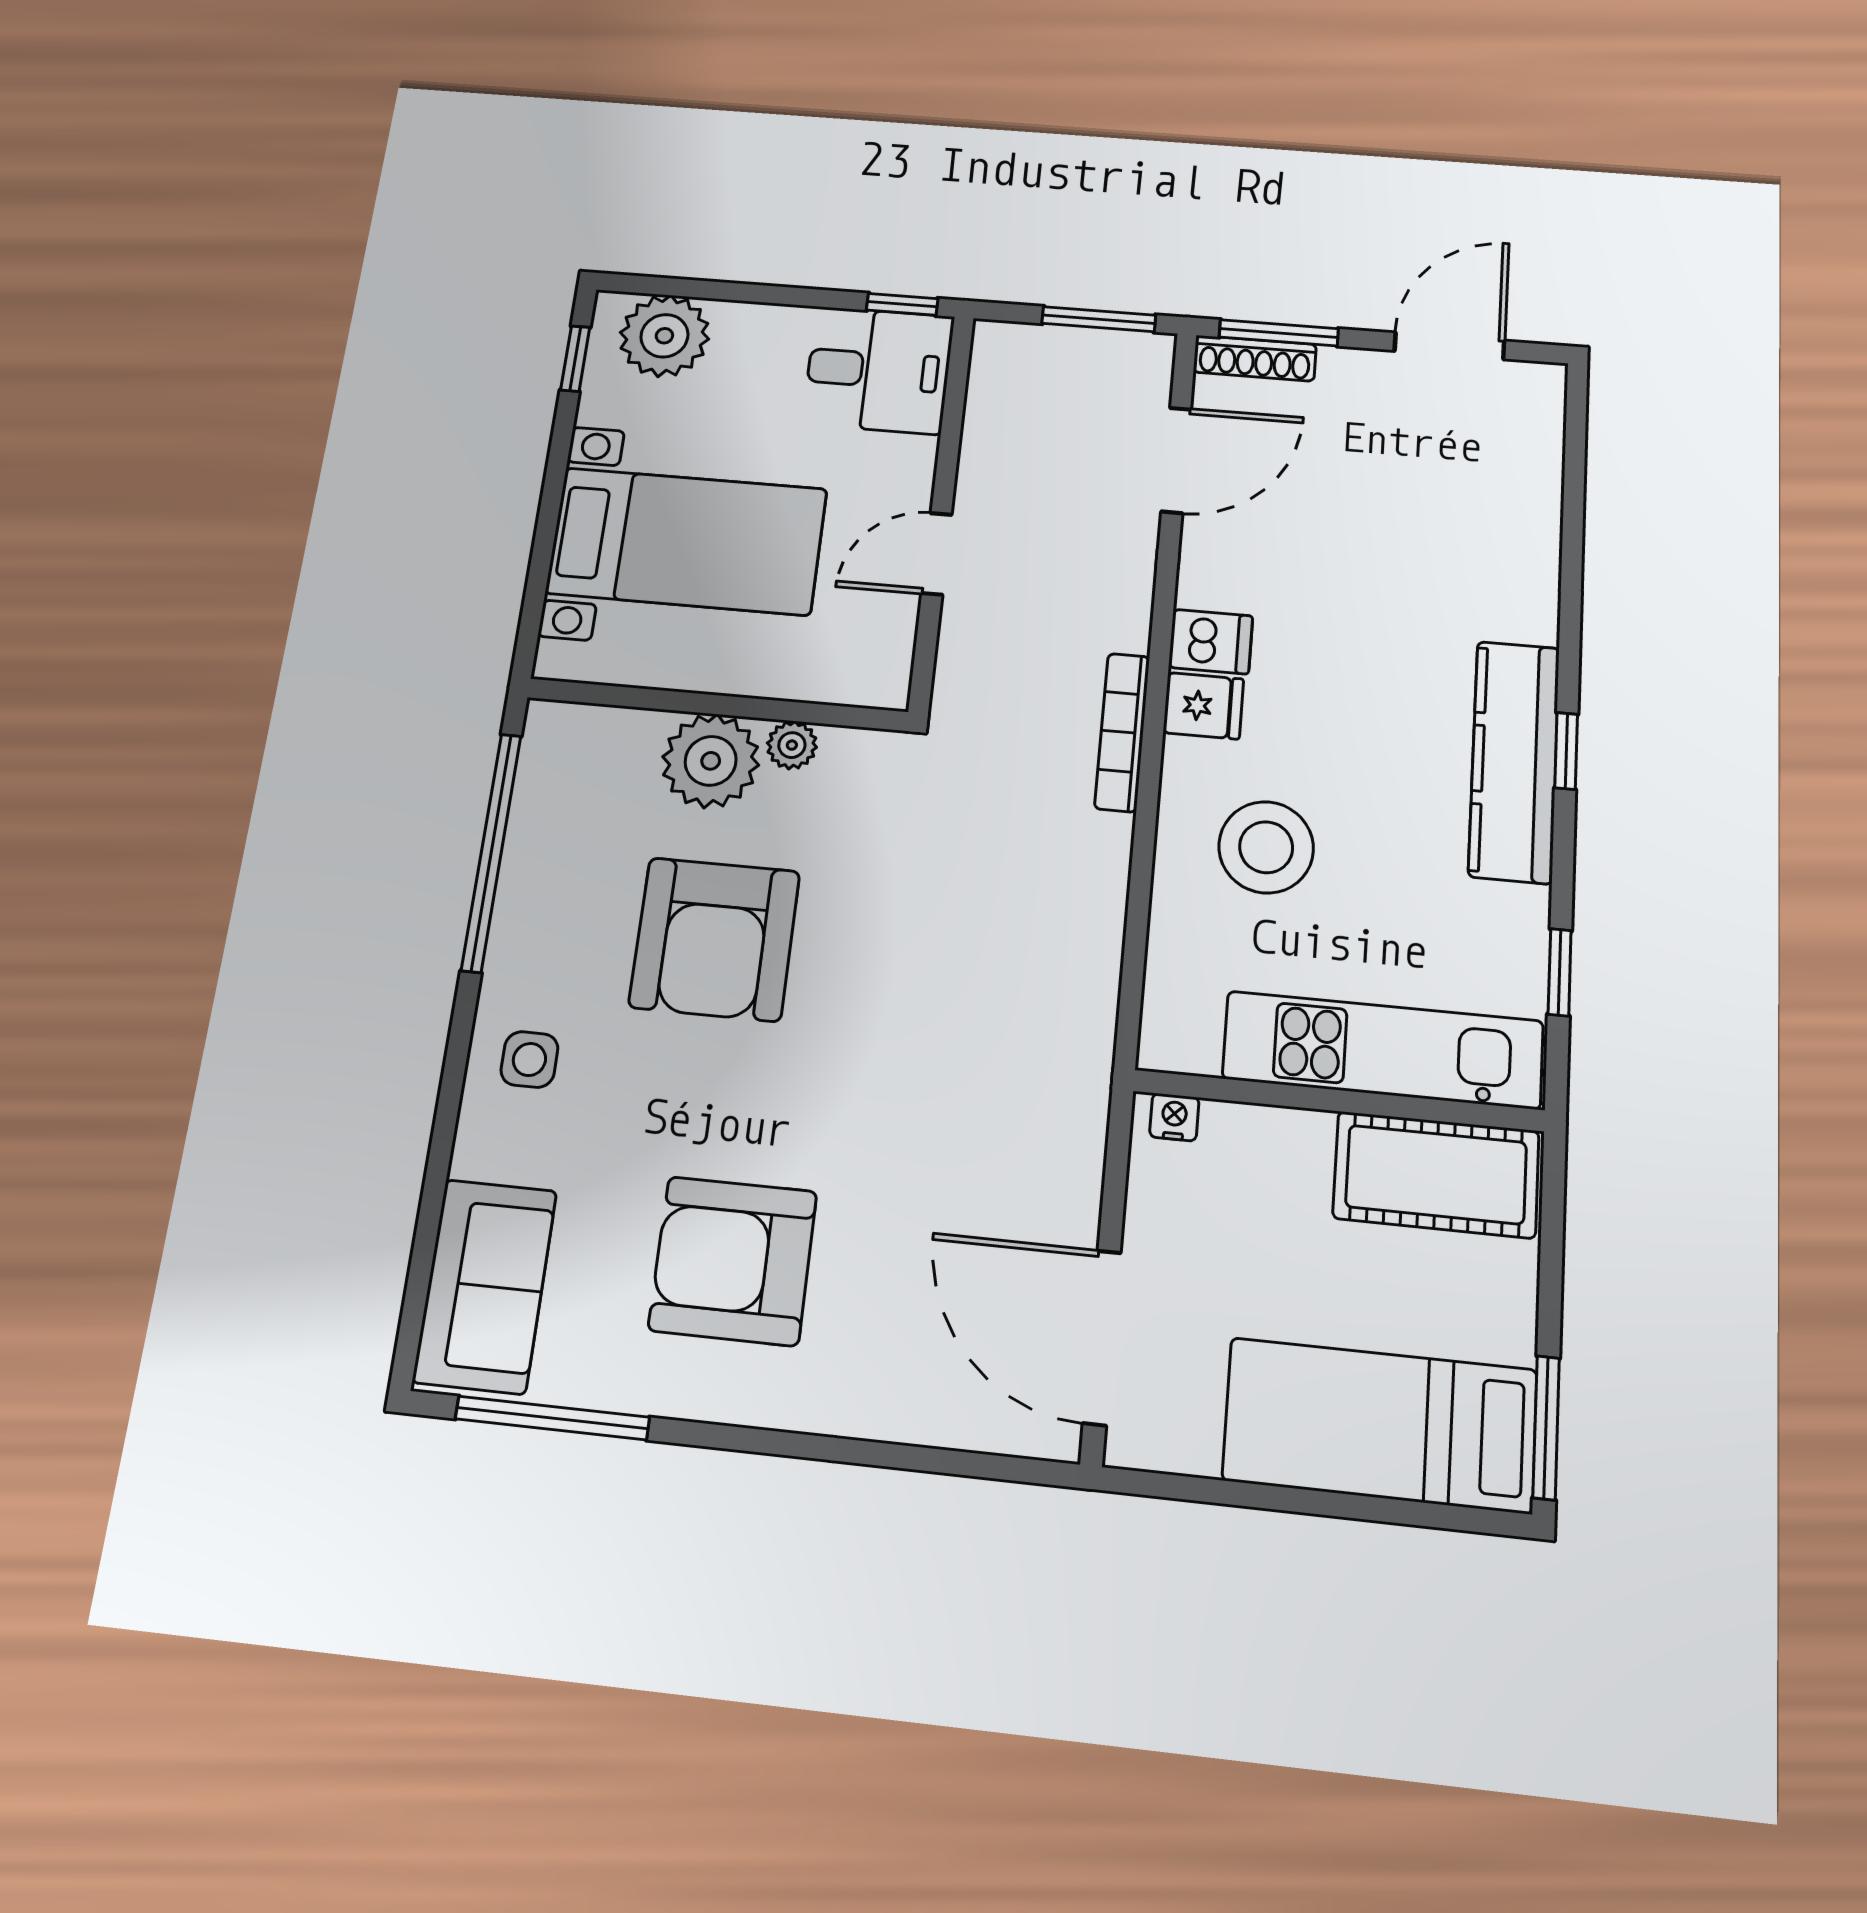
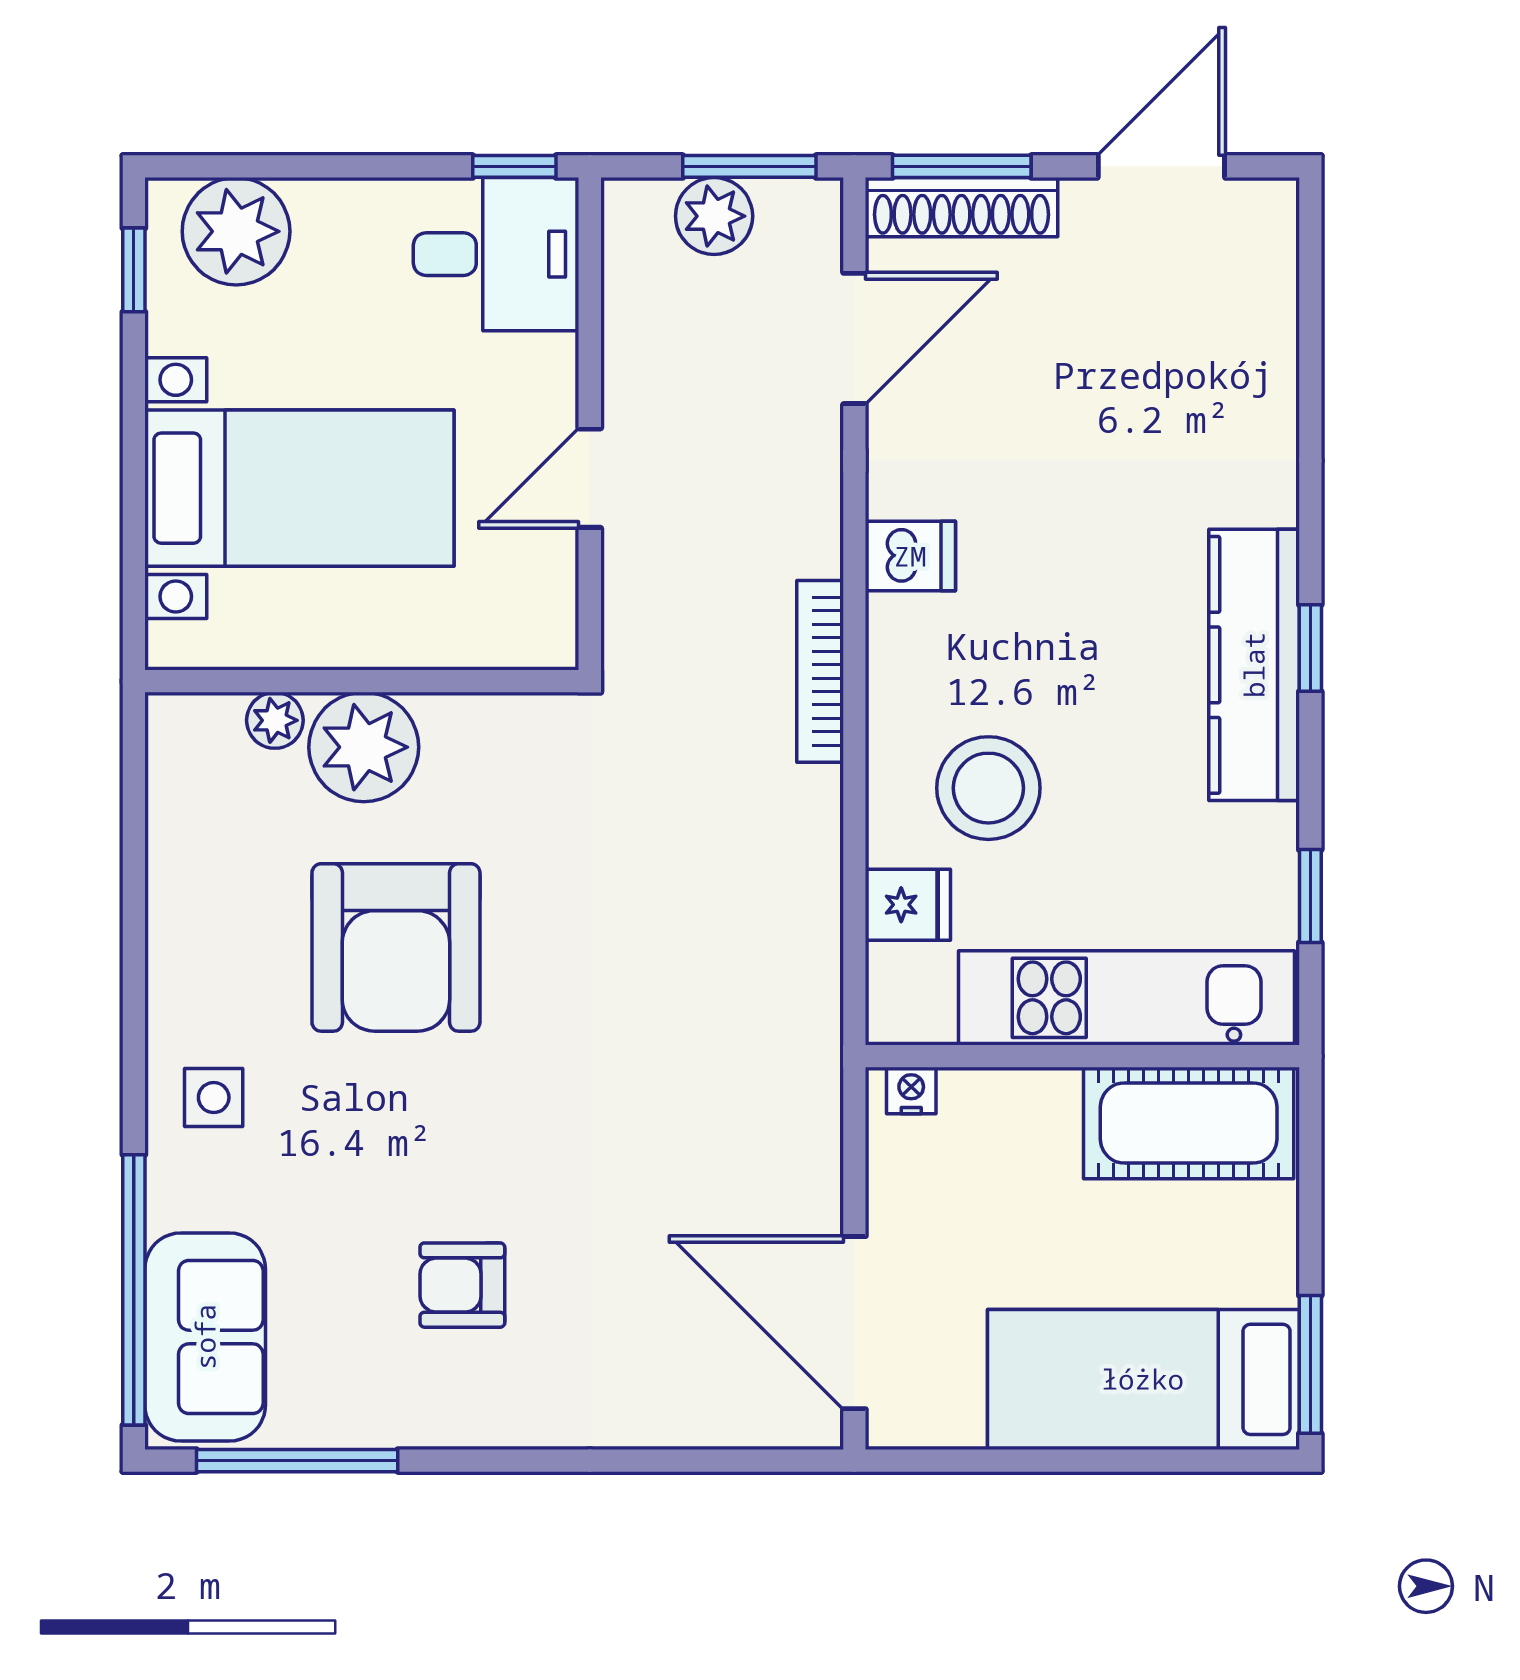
plant: (1065, 355) -> (714, 216), added
shoe rack: (1255, 358) -> (961, 207), width x1.36, depth x1.24
fridge: (1203, 706) -> (908, 905), moved
plant: (792, 745) -> (275, 720), moved
window: (491, 852) -> (134, 1290), moved
armchair: (733, 1261) -> (462, 1285), width x0.53, depth x0.53

